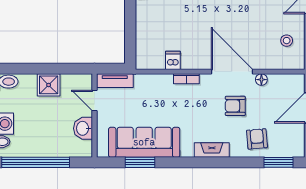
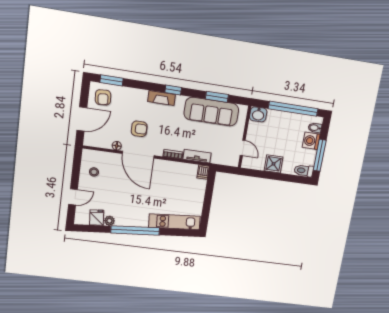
dishwasher: (173, 60) -> (203, 172), moved
tv unit: (115, 81) -> (197, 156), moved
washbasin: (83, 128) -> (258, 114), moved, turned 90
armchair: (257, 139) -> (103, 97), moved
window: (198, 162) -> (173, 90), added

